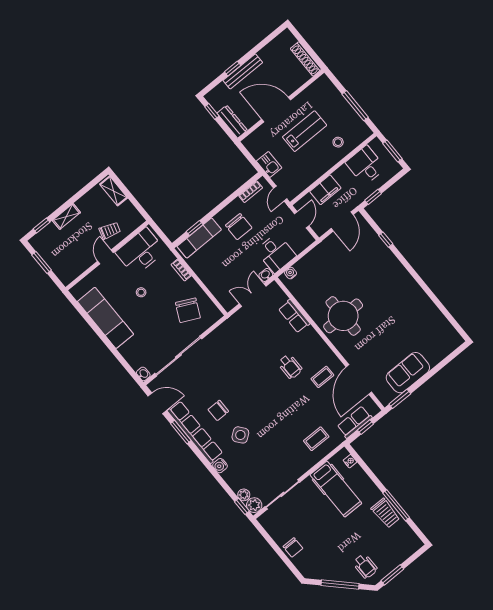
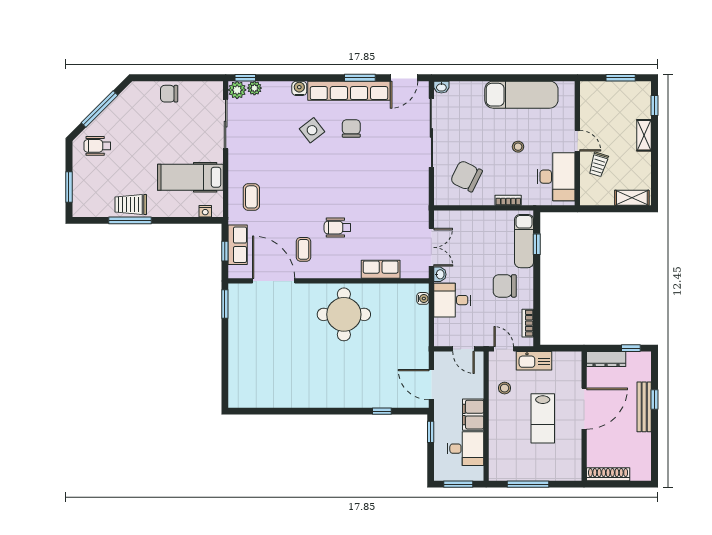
stool: (338, 142) -> (505, 388), moved
kitchen sink: (269, 164) -> (534, 361), width x1.38
filing cabinet: (325, 190) -> (473, 415), moved
sofa: (408, 373) -> (243, 331), removed
window: (392, 575) -> (69, 187), moved

